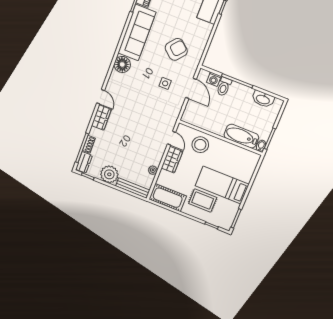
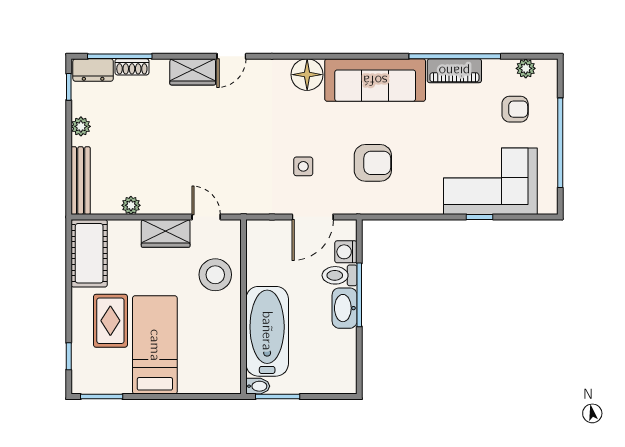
armchair: (176, 49) -> (373, 163), turned -40
washbasin: (263, 99) -> (345, 308), moved
bathtub: (241, 136) -> (267, 331), width x1.36, depth x1.36
door: (172, 138) -> (206, 217), swing flipped
plant: (109, 174) -> (81, 126), width x0.53, depth x0.53

